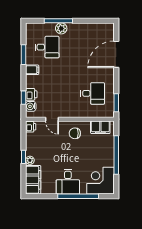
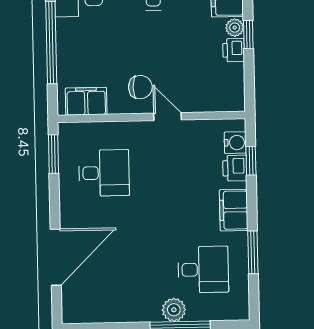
desk: (47, 47) -> (203, 270), turned 180
filing cabinet: (32, 70) -> (234, 210), width x2.00
desk: (93, 93) -> (104, 173), turned 180
door: (52, 119) -> (168, 117), moved
printer: (31, 127) -> (233, 50), moved

